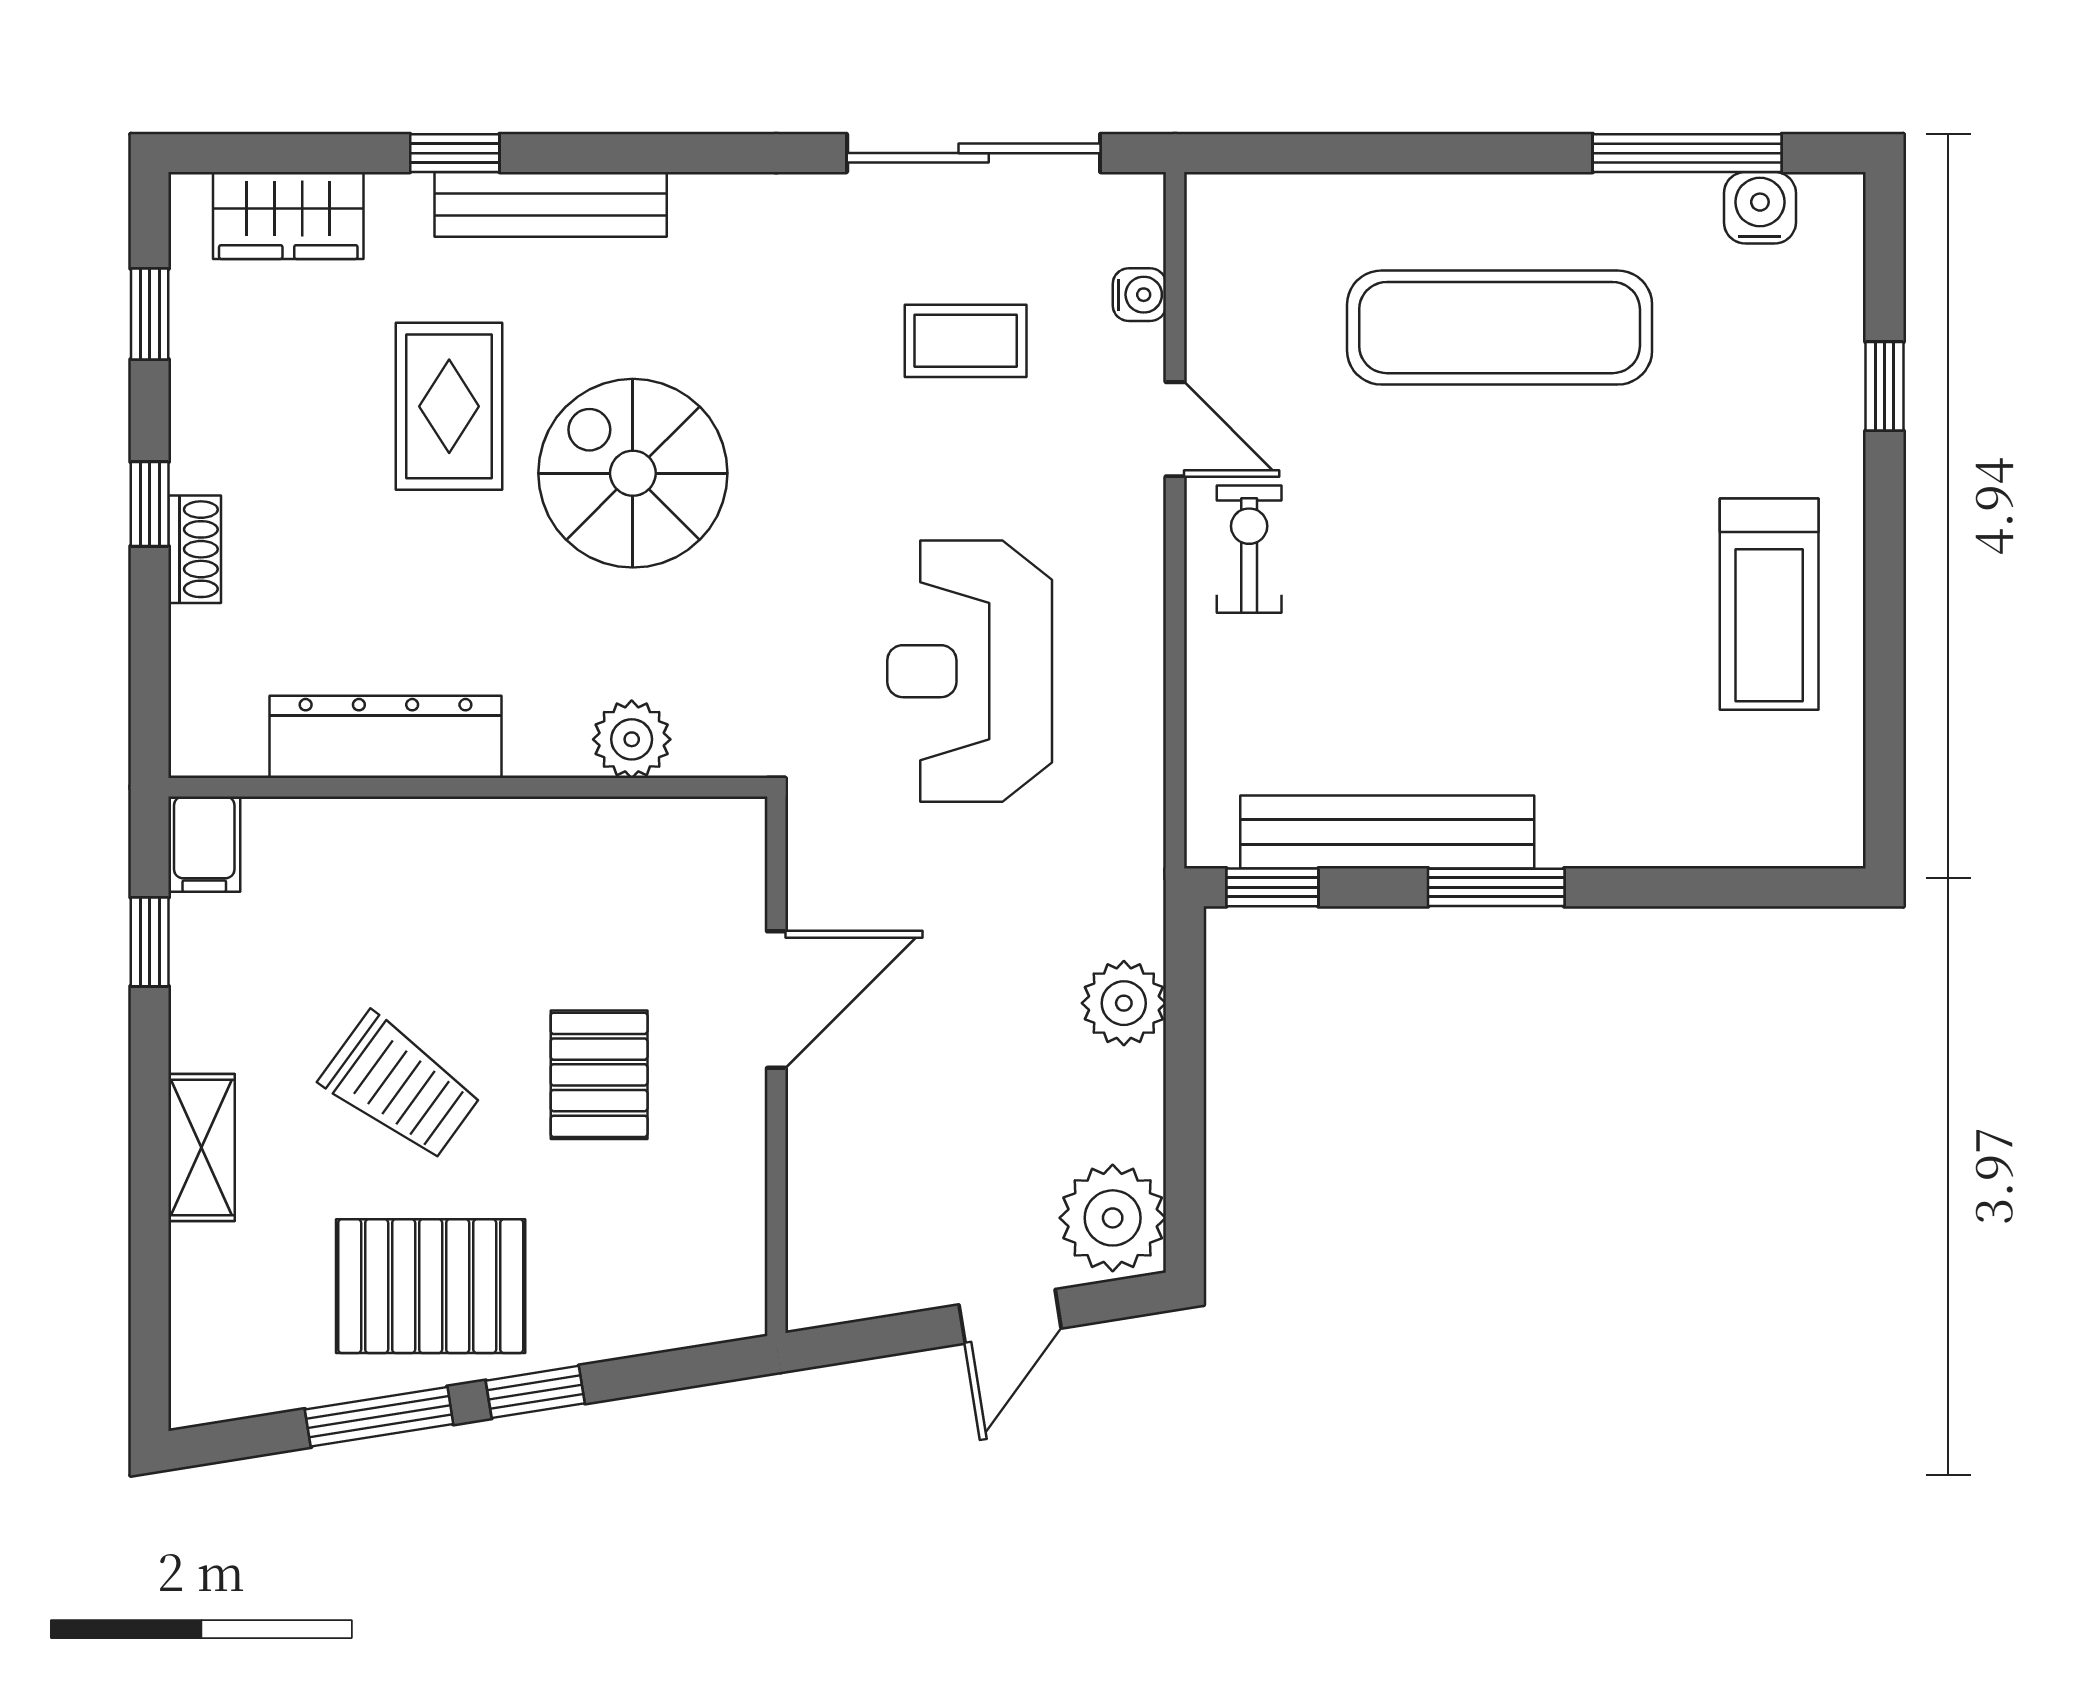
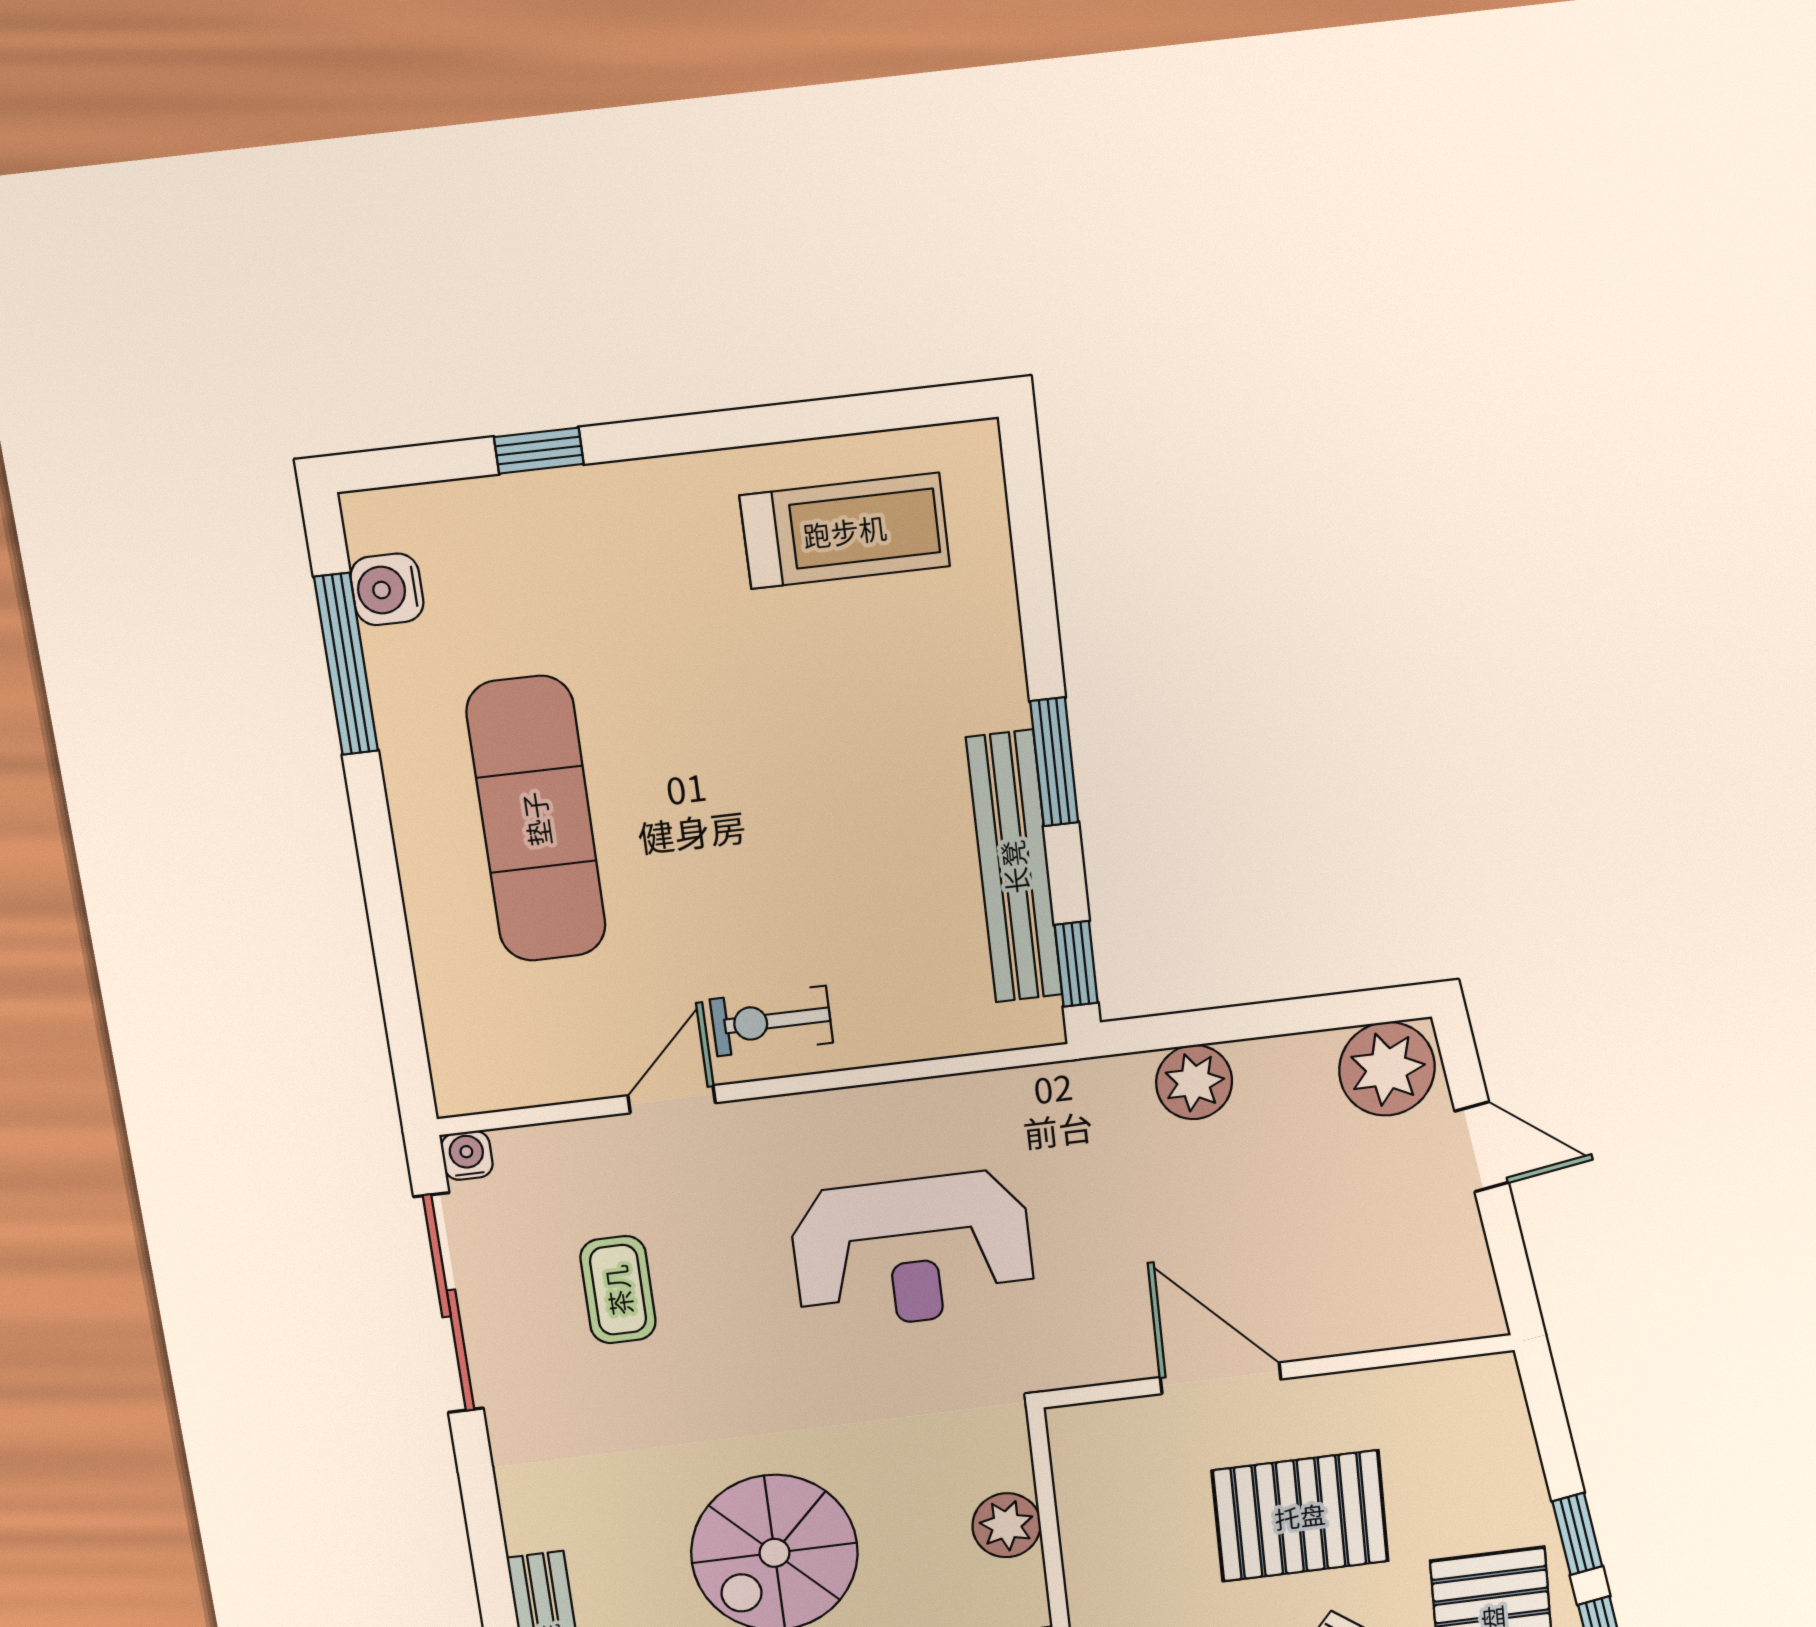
water cooler: (1139, 295) -> (467, 1155), moved
treadmill: (1769, 604) -> (845, 531), moved
pallet: (599, 1075) -> (1300, 1516), width x1.50, depth x1.42

